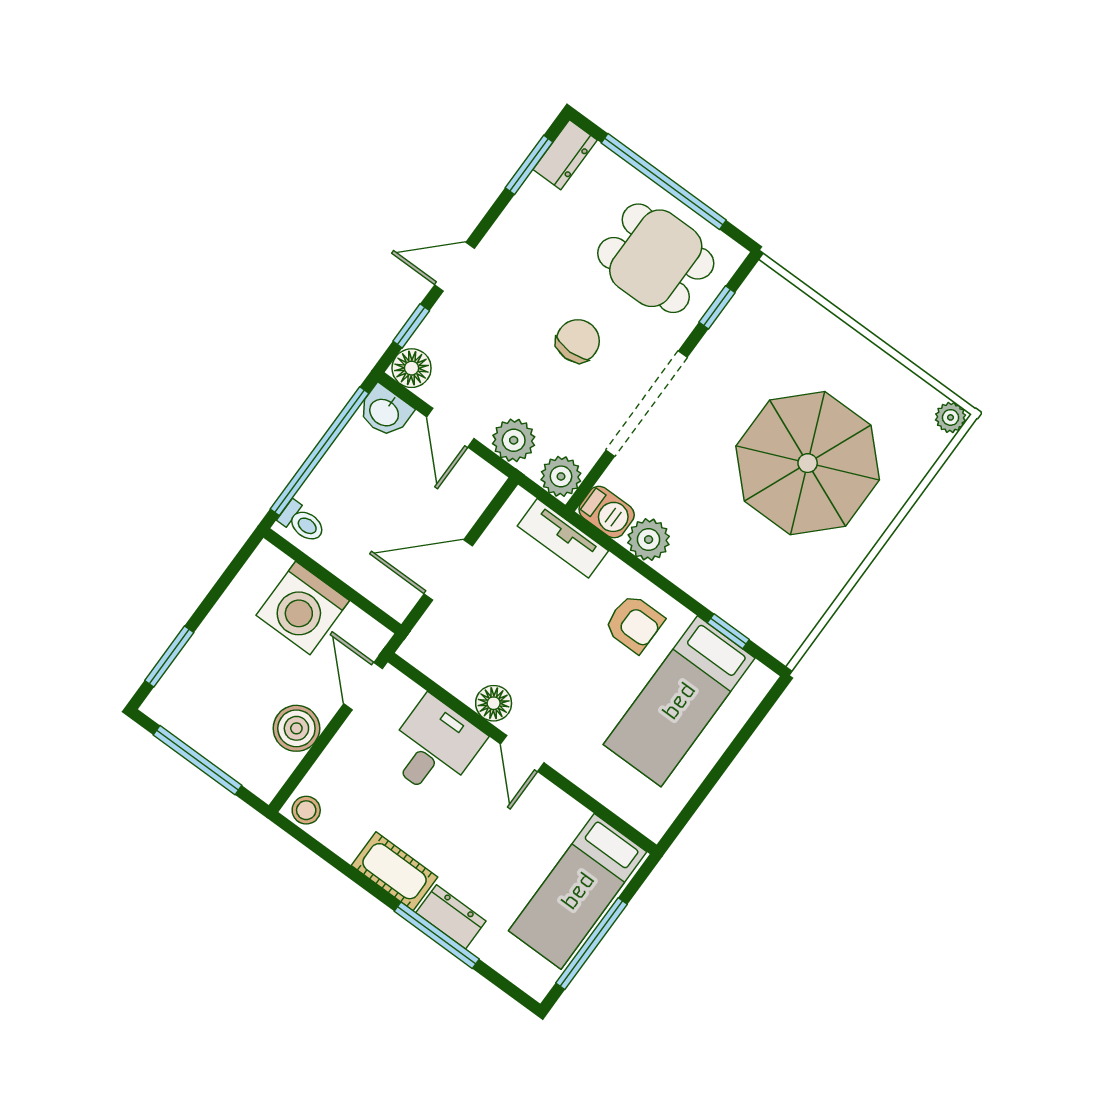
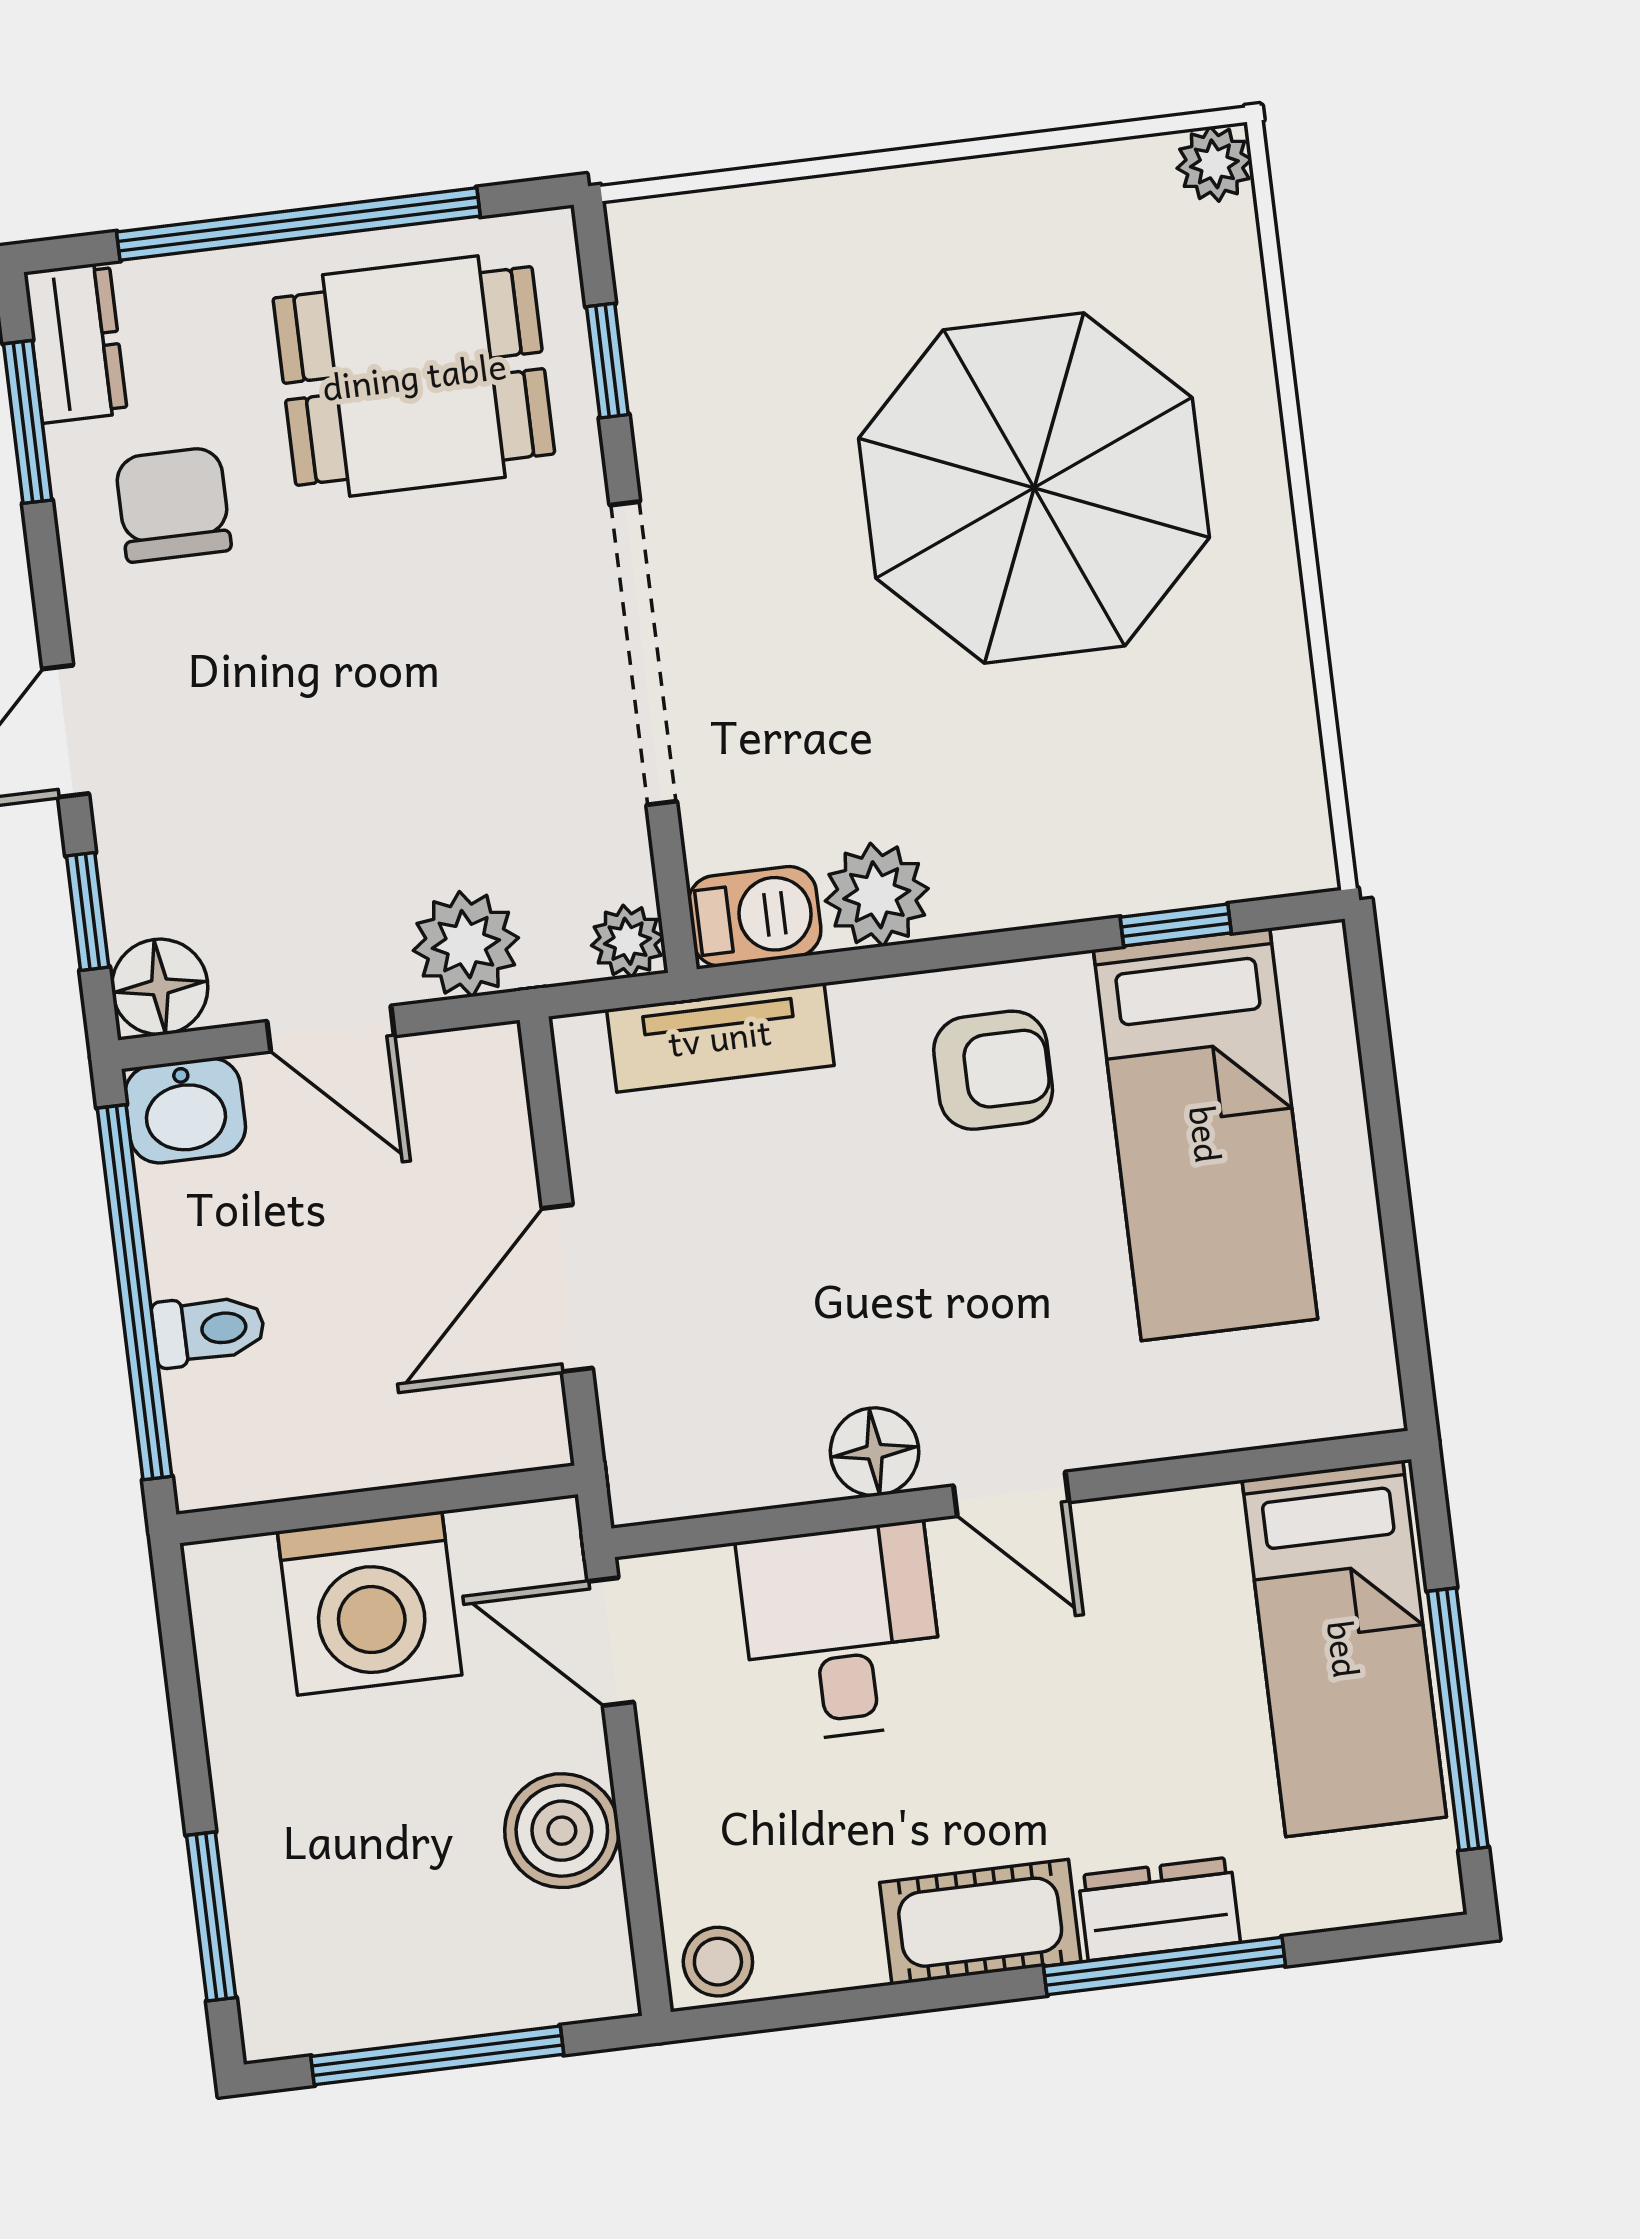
chair: (578, 341) -> (173, 504), moved
plant: (561, 476) -> (628, 941), width x0.73, depth x0.73
toilet: (302, 522) -> (209, 1330), moved

